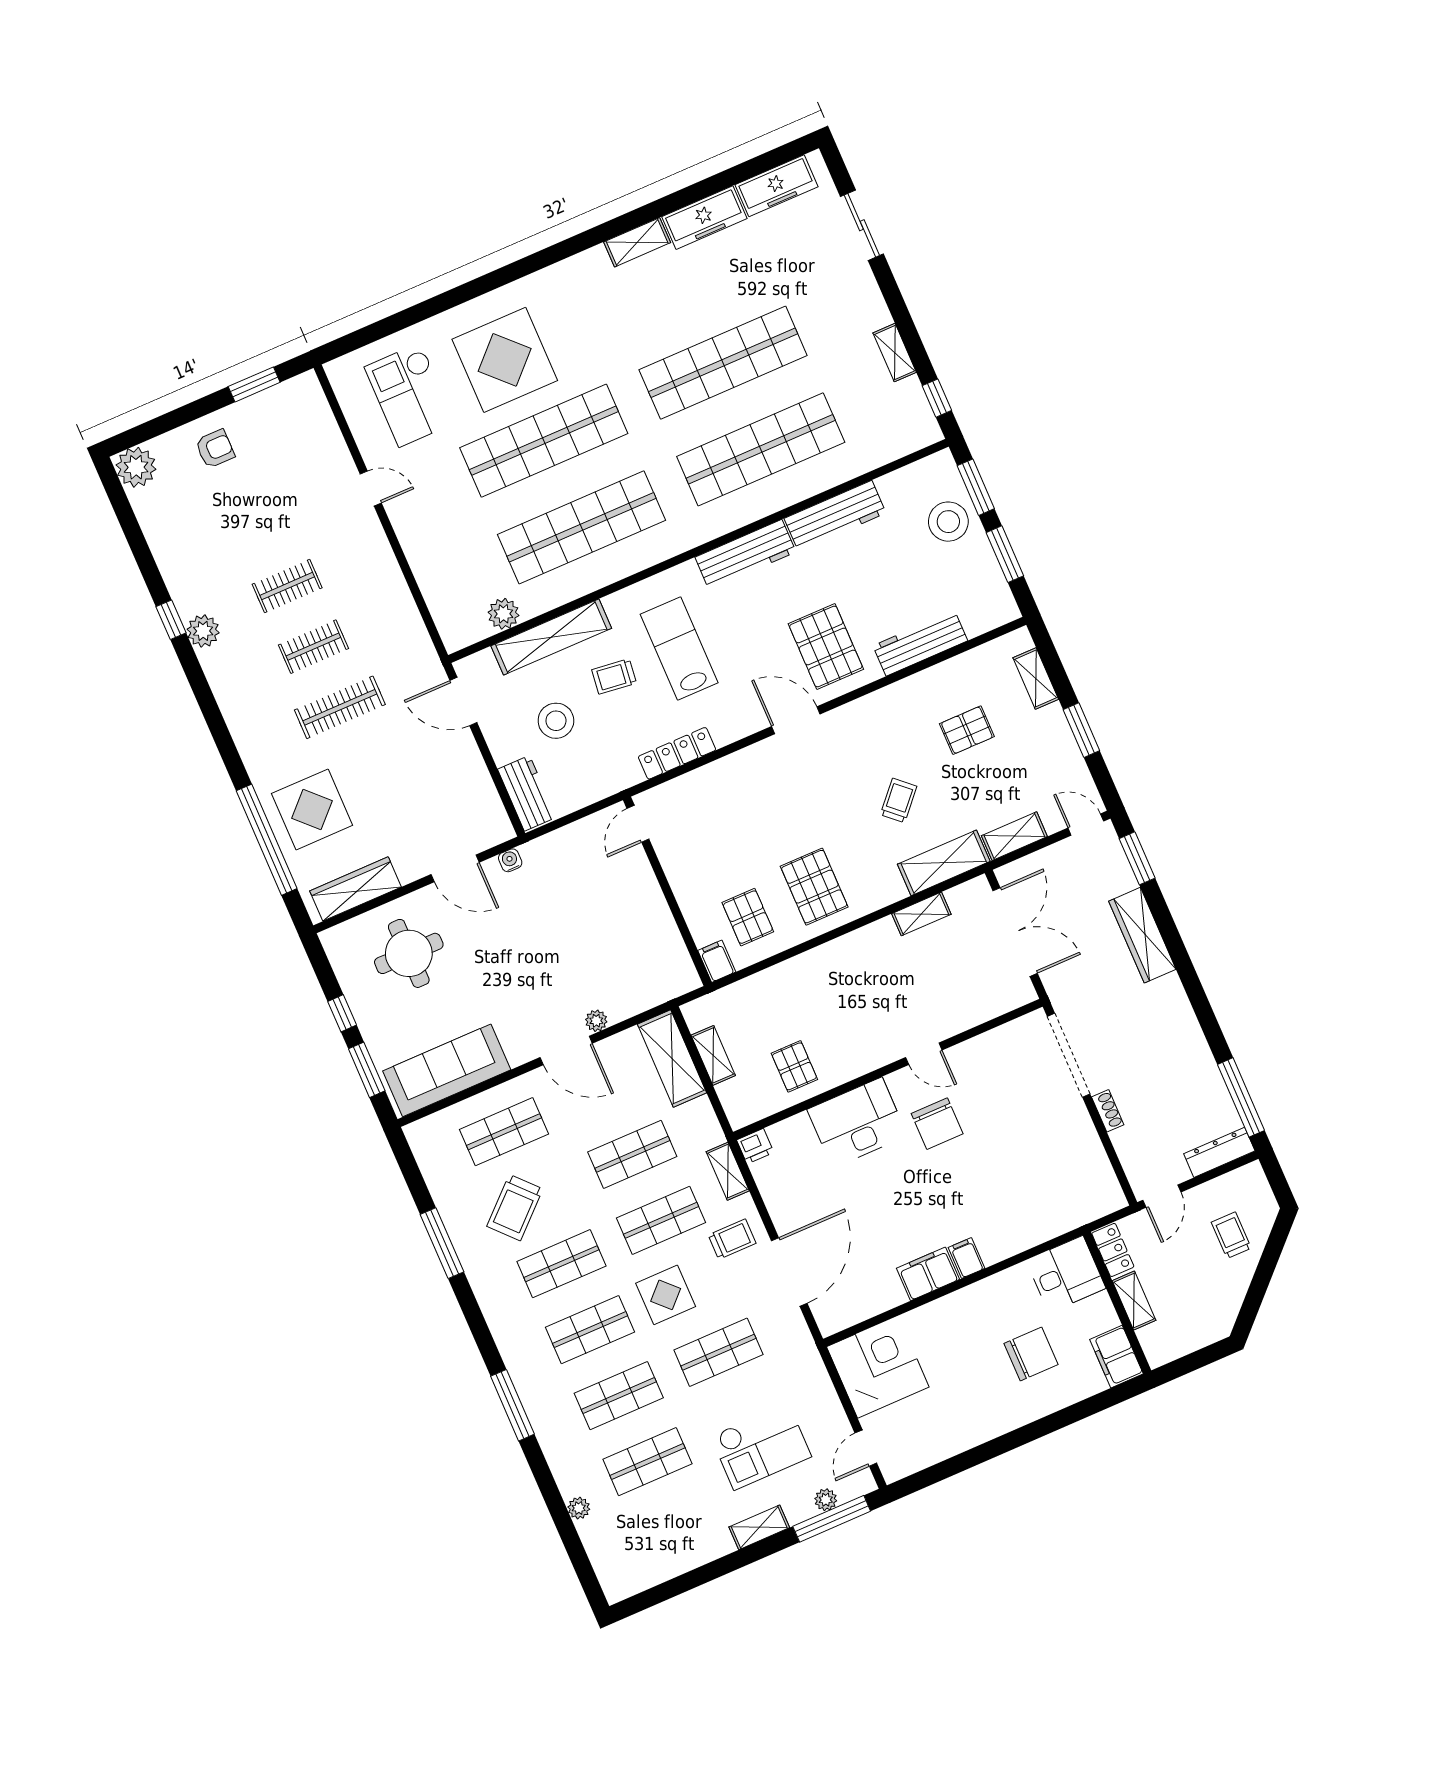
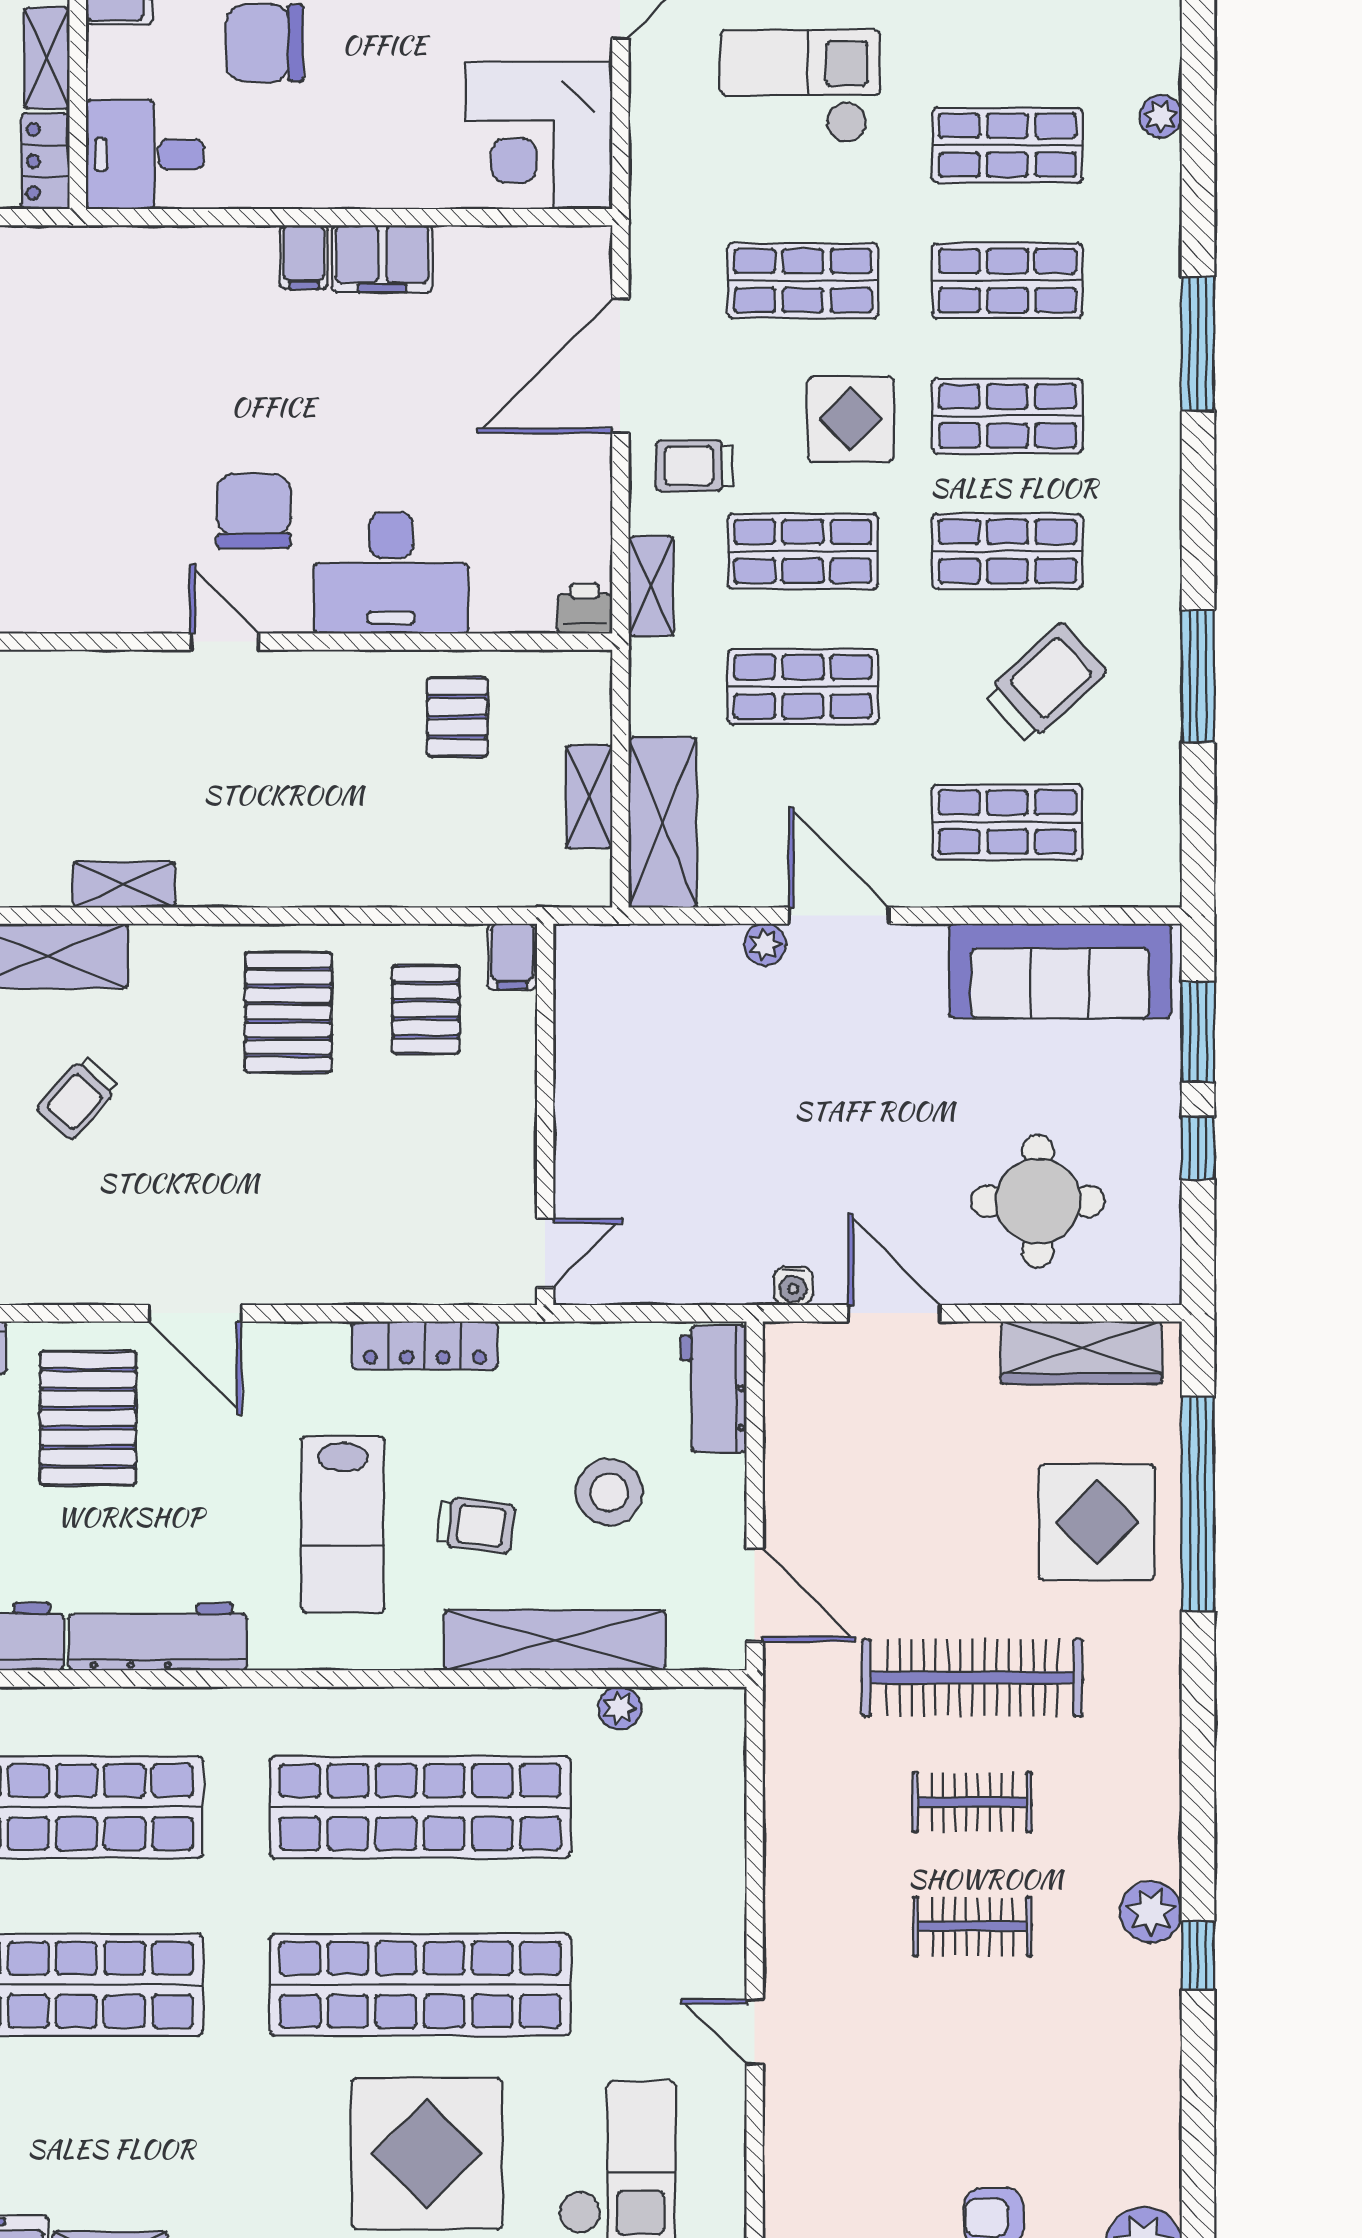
plant: (504, 614) -> (620, 1708), width x0.73, depth x0.73
clothes rail: (340, 707) -> (972, 1678), width x1.37, depth x1.31

